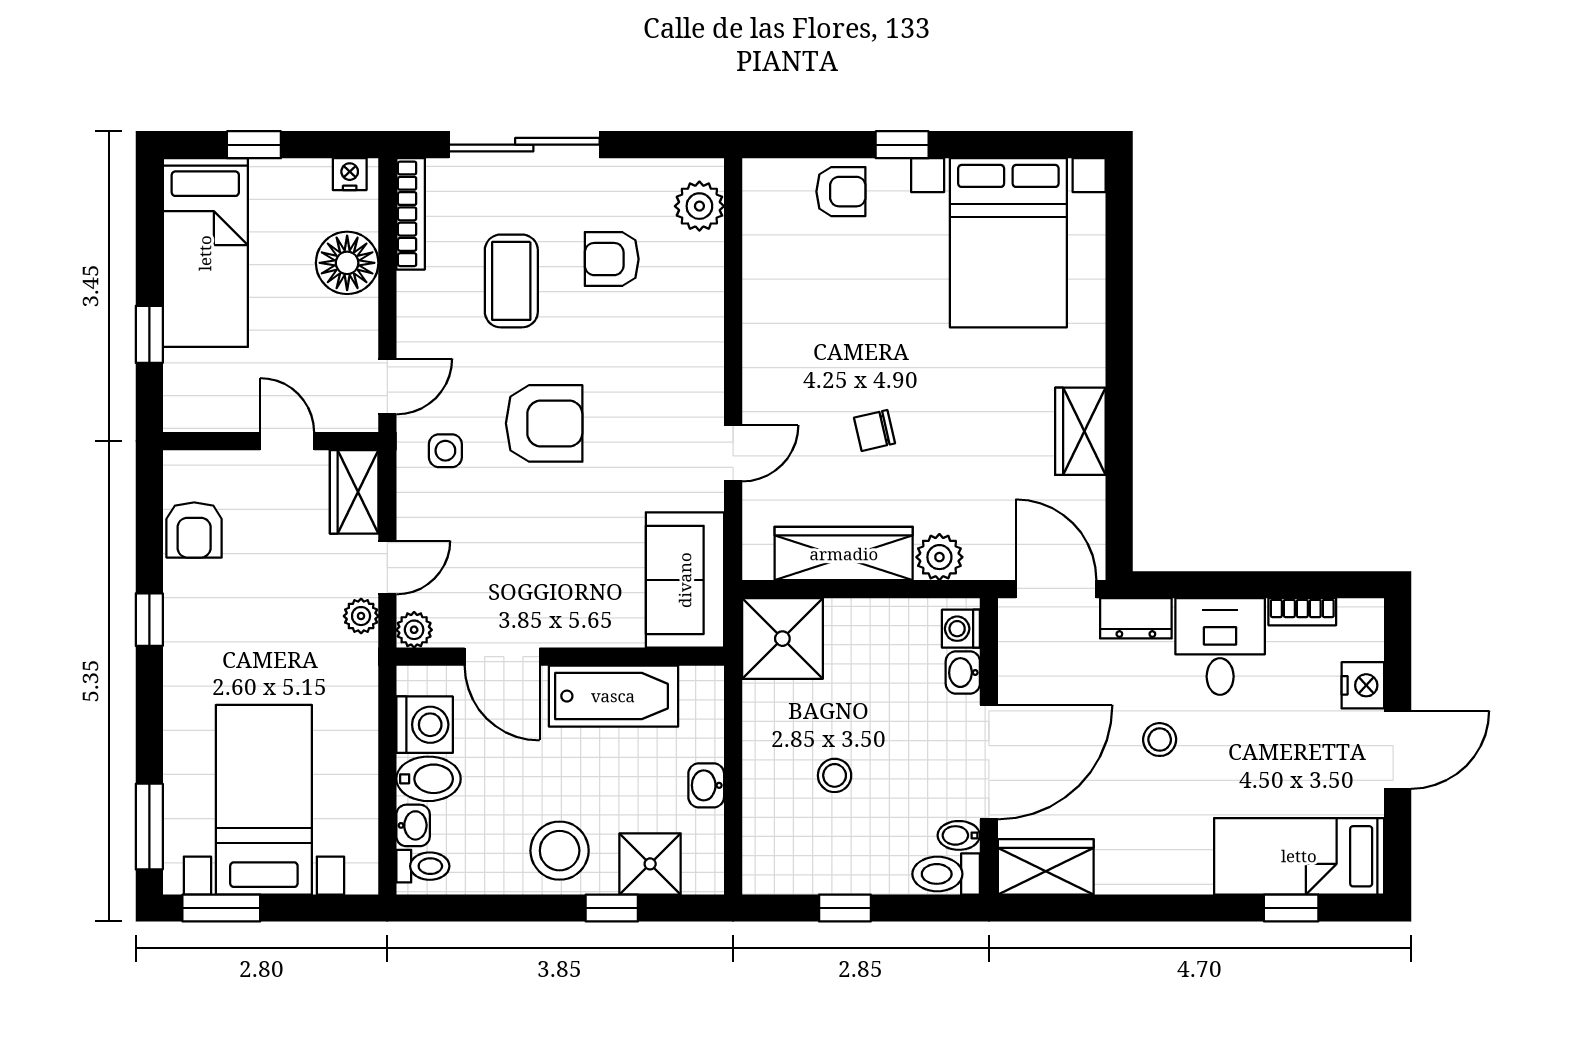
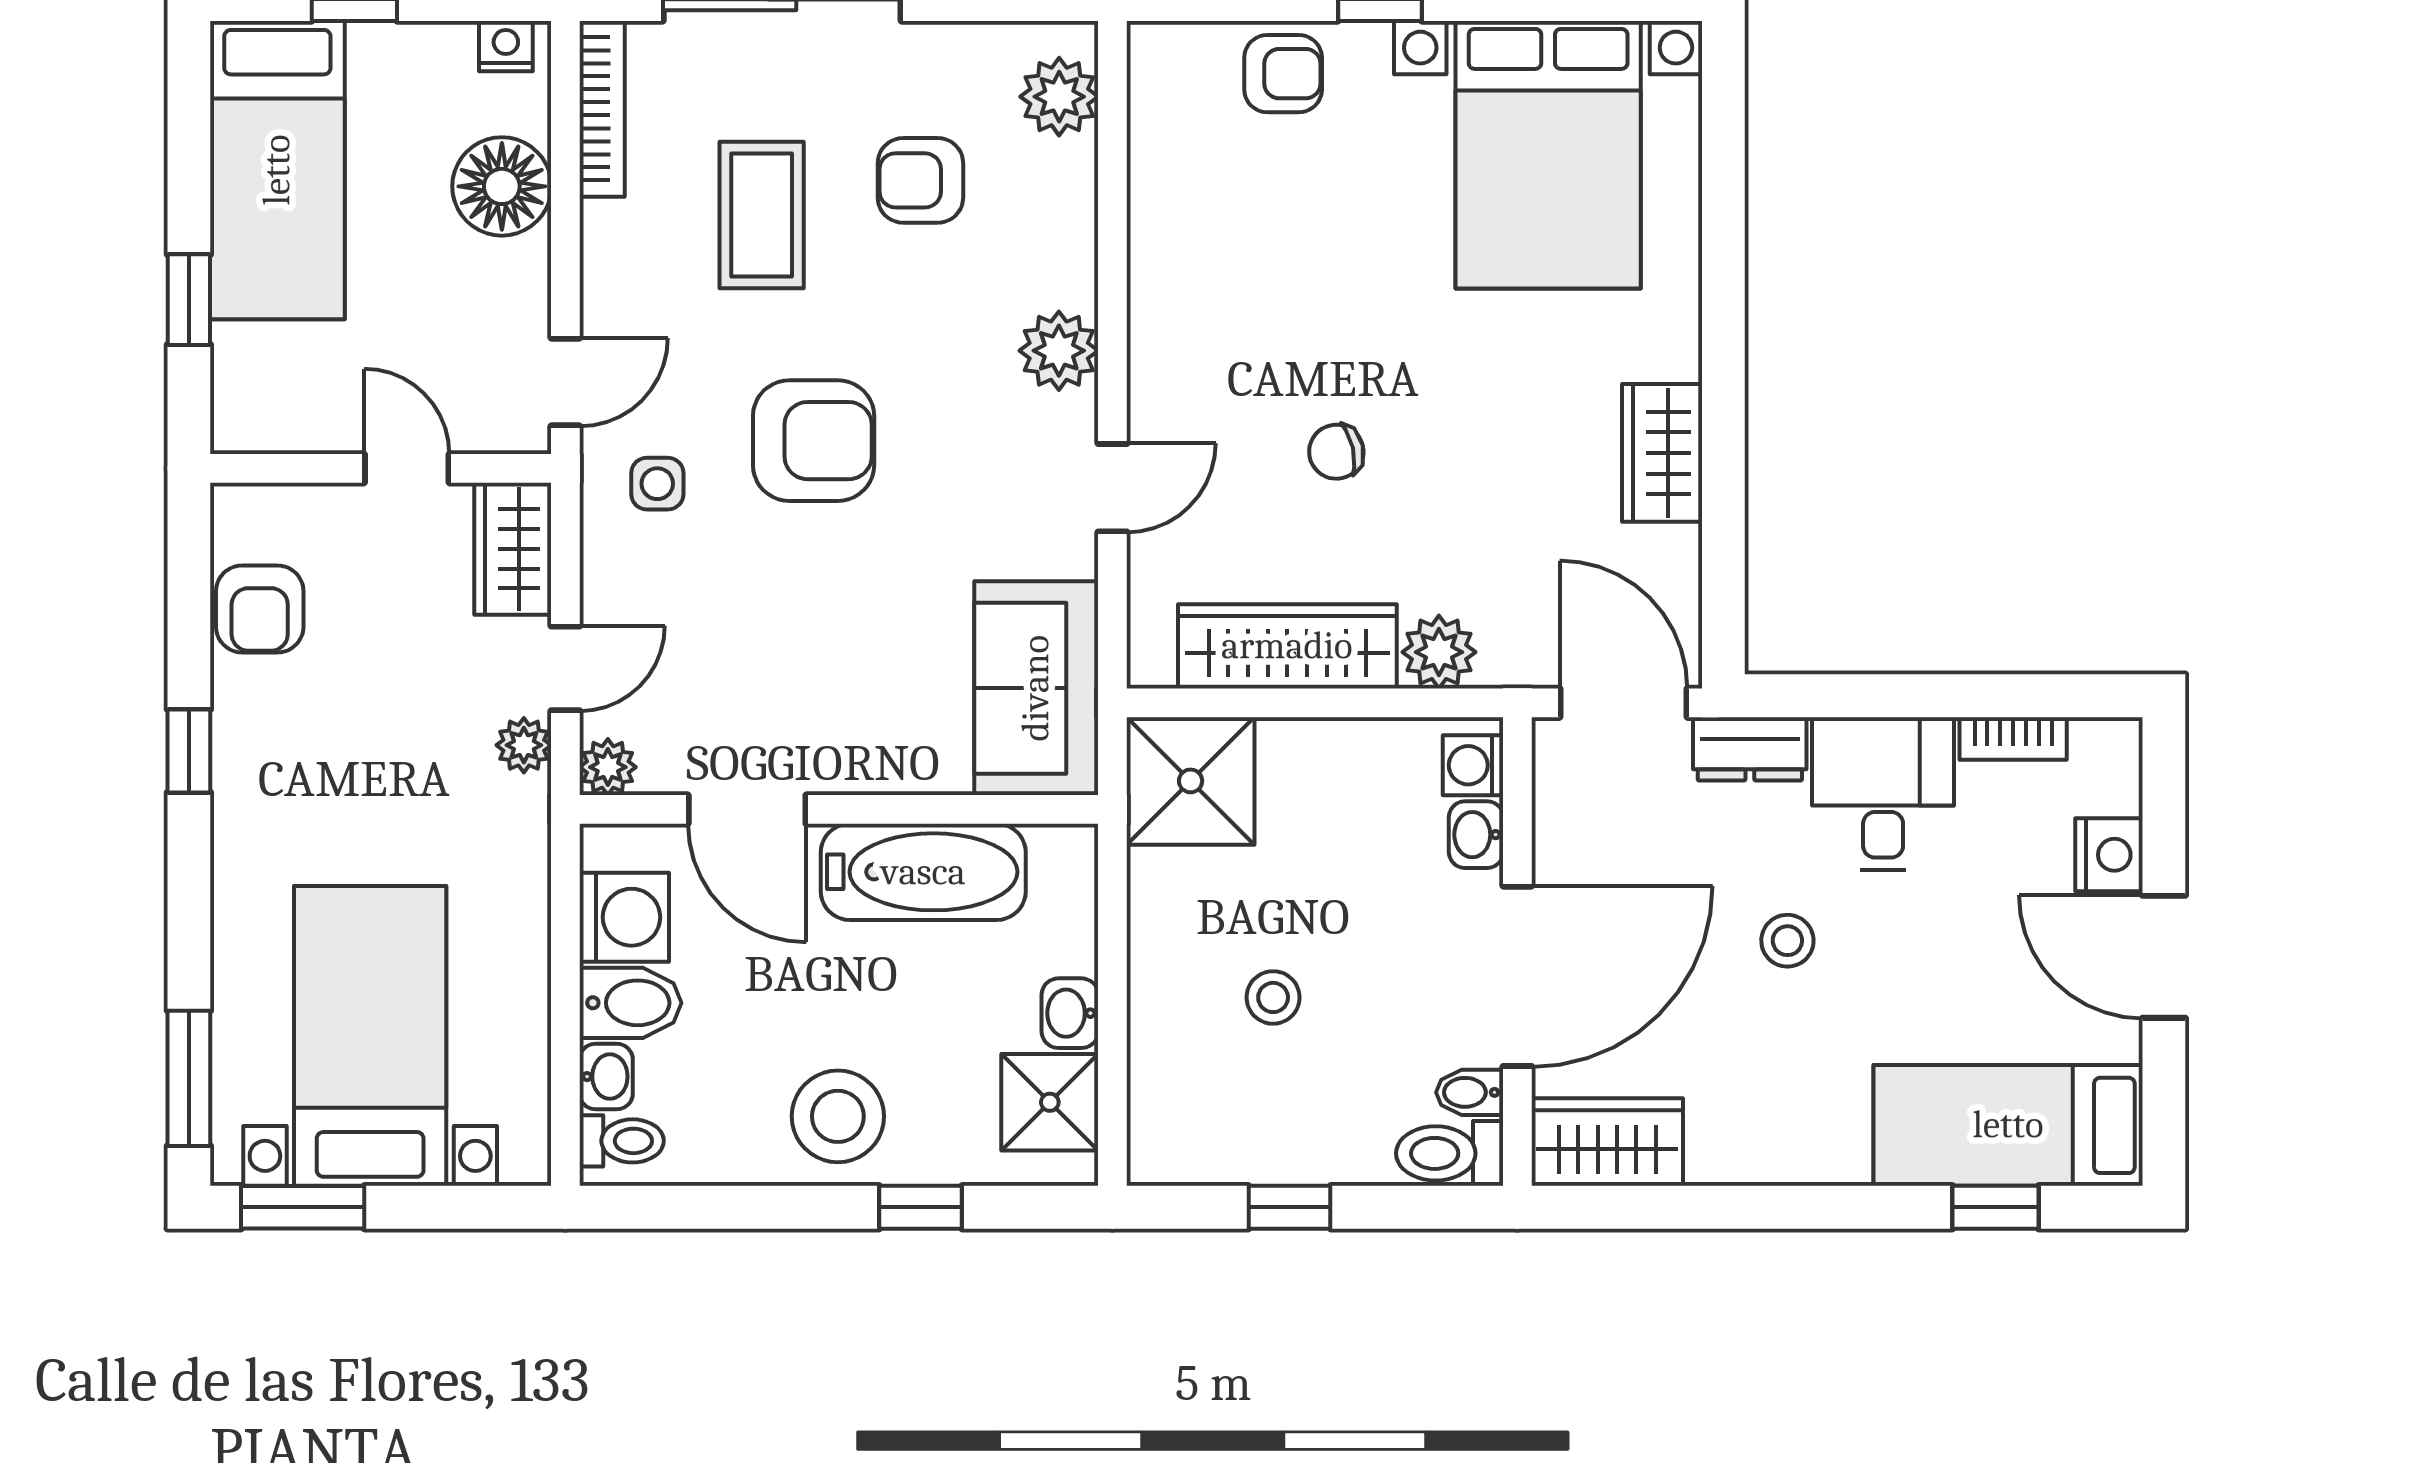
plant: (699, 367) -> (1059, 351), added
door: (1398, 750) -> (2164, 957), swing flipped
shower: (650, 864) -> (1050, 1102), moved

